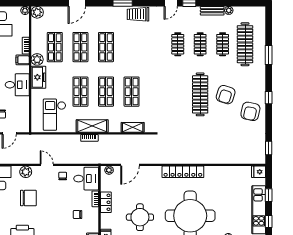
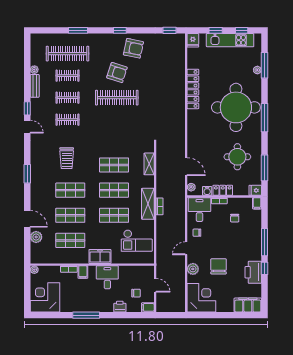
plant: (37, 12) -> (36, 237), moved
trolley: (138, 14) -> (67, 158), moved
plant: (37, 59) -> (82, 258), removed
locker: (183, 172) -> (193, 89), moved
water cooler: (105, 186) -> (207, 191), added

